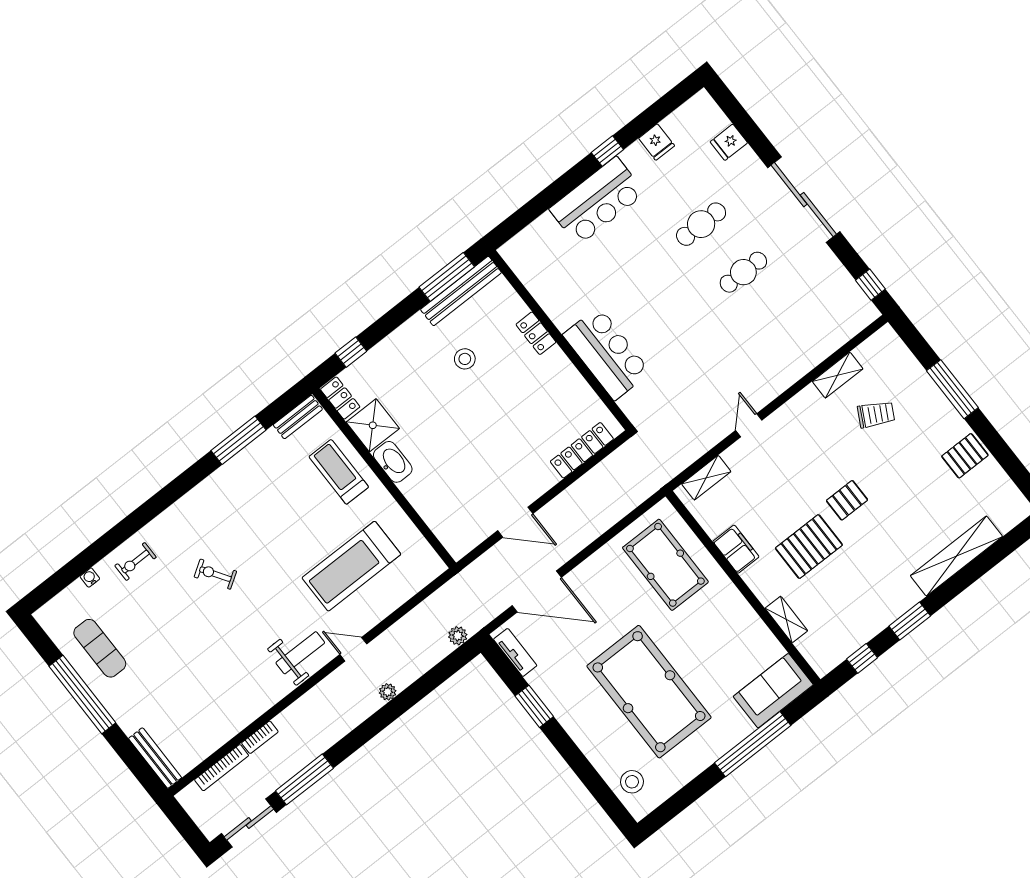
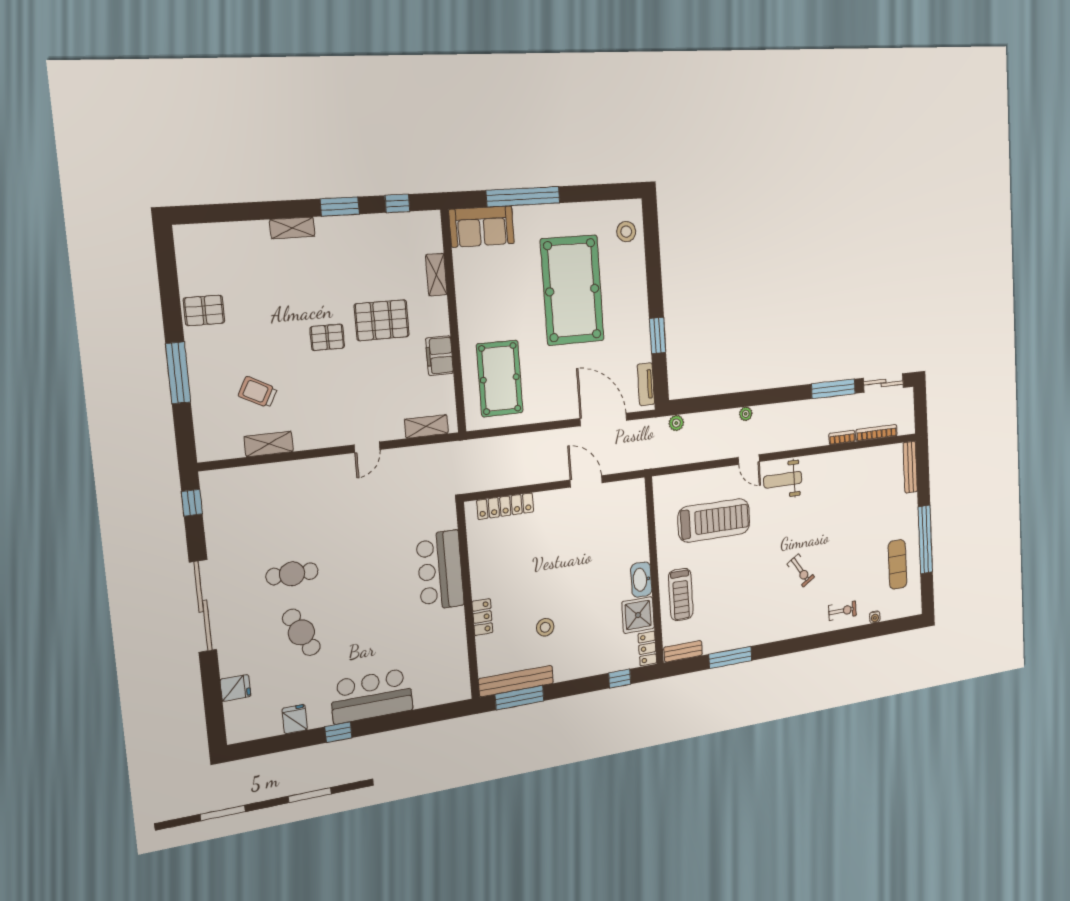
cafe table: (701, 224) -> (301, 632), turned 64
shelving: (956, 556) -> (292, 228), width x0.45, depth x0.75

